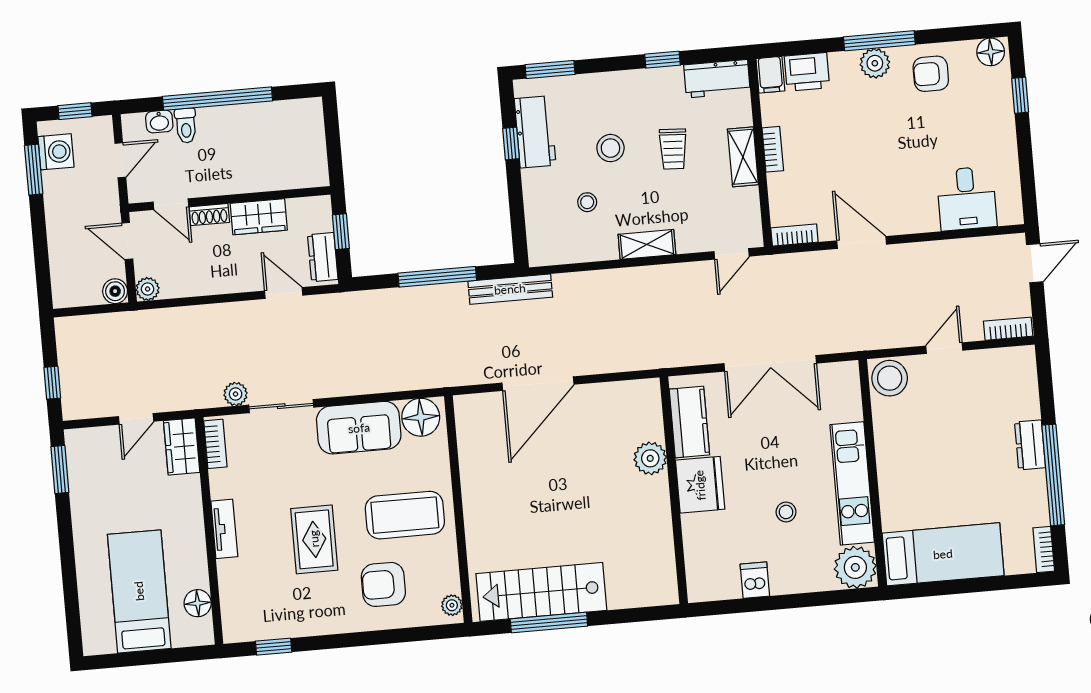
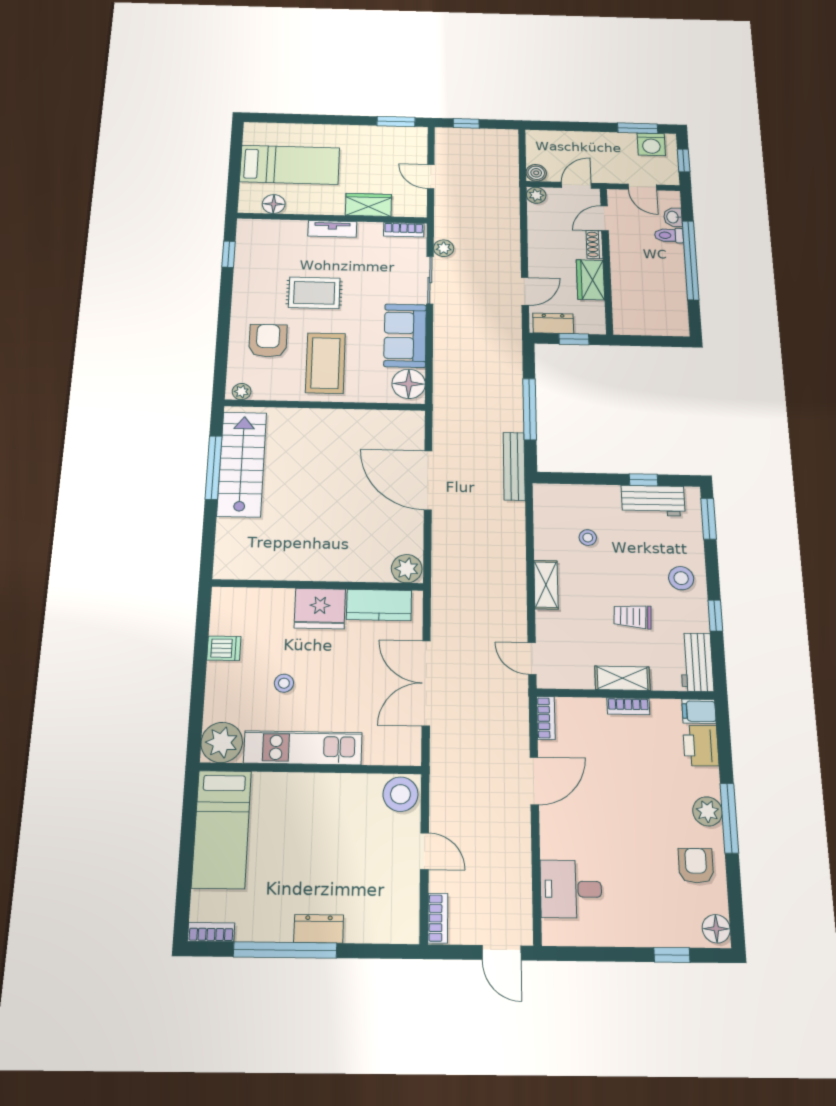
stool: (610, 148) -> (681, 578), moved
wardrobe: (182, 446) -> (368, 205), moved
plant: (650, 458) -> (407, 569), moved

